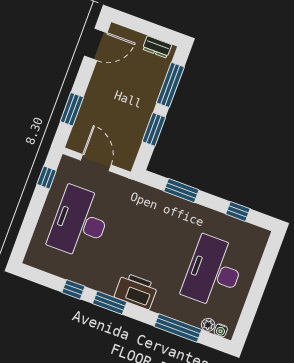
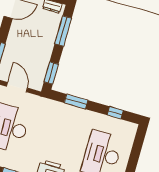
window: (154, 129) -> (51, 73), moved

